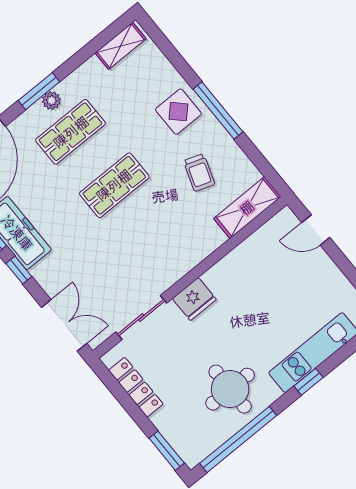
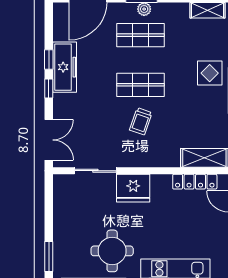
trolley: (199, 173) -> (141, 121), moved
fridge: (194, 299) -> (133, 188), width x1.36, depth x1.34
locker: (136, 387) -> (195, 182), moved, turned 90

